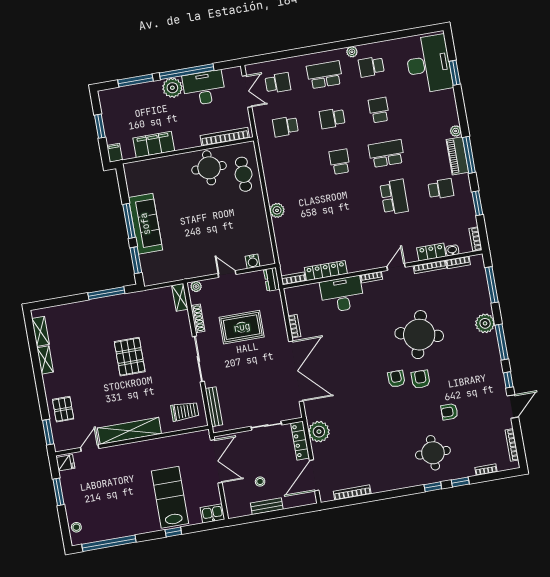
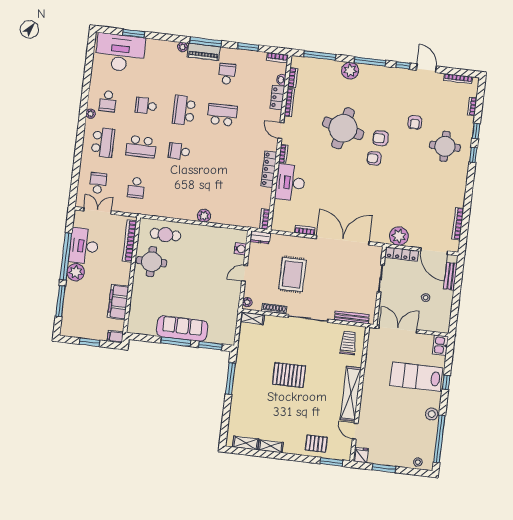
school desk: (325, 75) -> (103, 142), turned 180
school desk: (332, 118) -> (141, 147), width x1.85
locker: (326, 271) -> (269, 169), moved
bench: (267, 506) -> (451, 276), moved
stool: (134, 527) -> (432, 414), added

